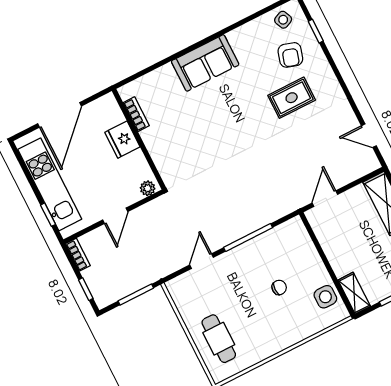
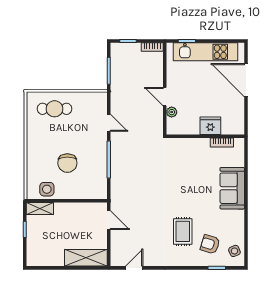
bookcase: (136, 114) -> (222, 143), moved
wall: (139, 139) -> (205, 136), moved
fridge: (122, 140) -> (210, 126), moved
door: (115, 216) -> (165, 97), moved
chair: (279, 288) -> (67, 163), width x1.87, depth x1.87

